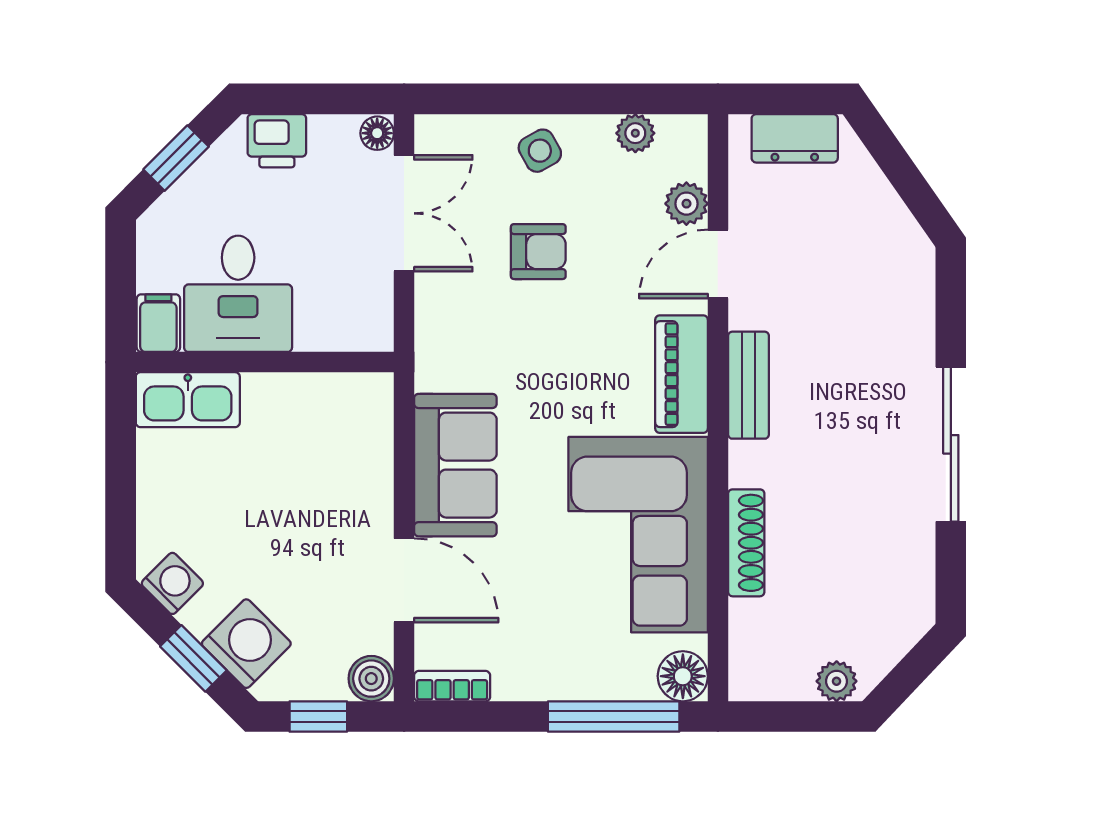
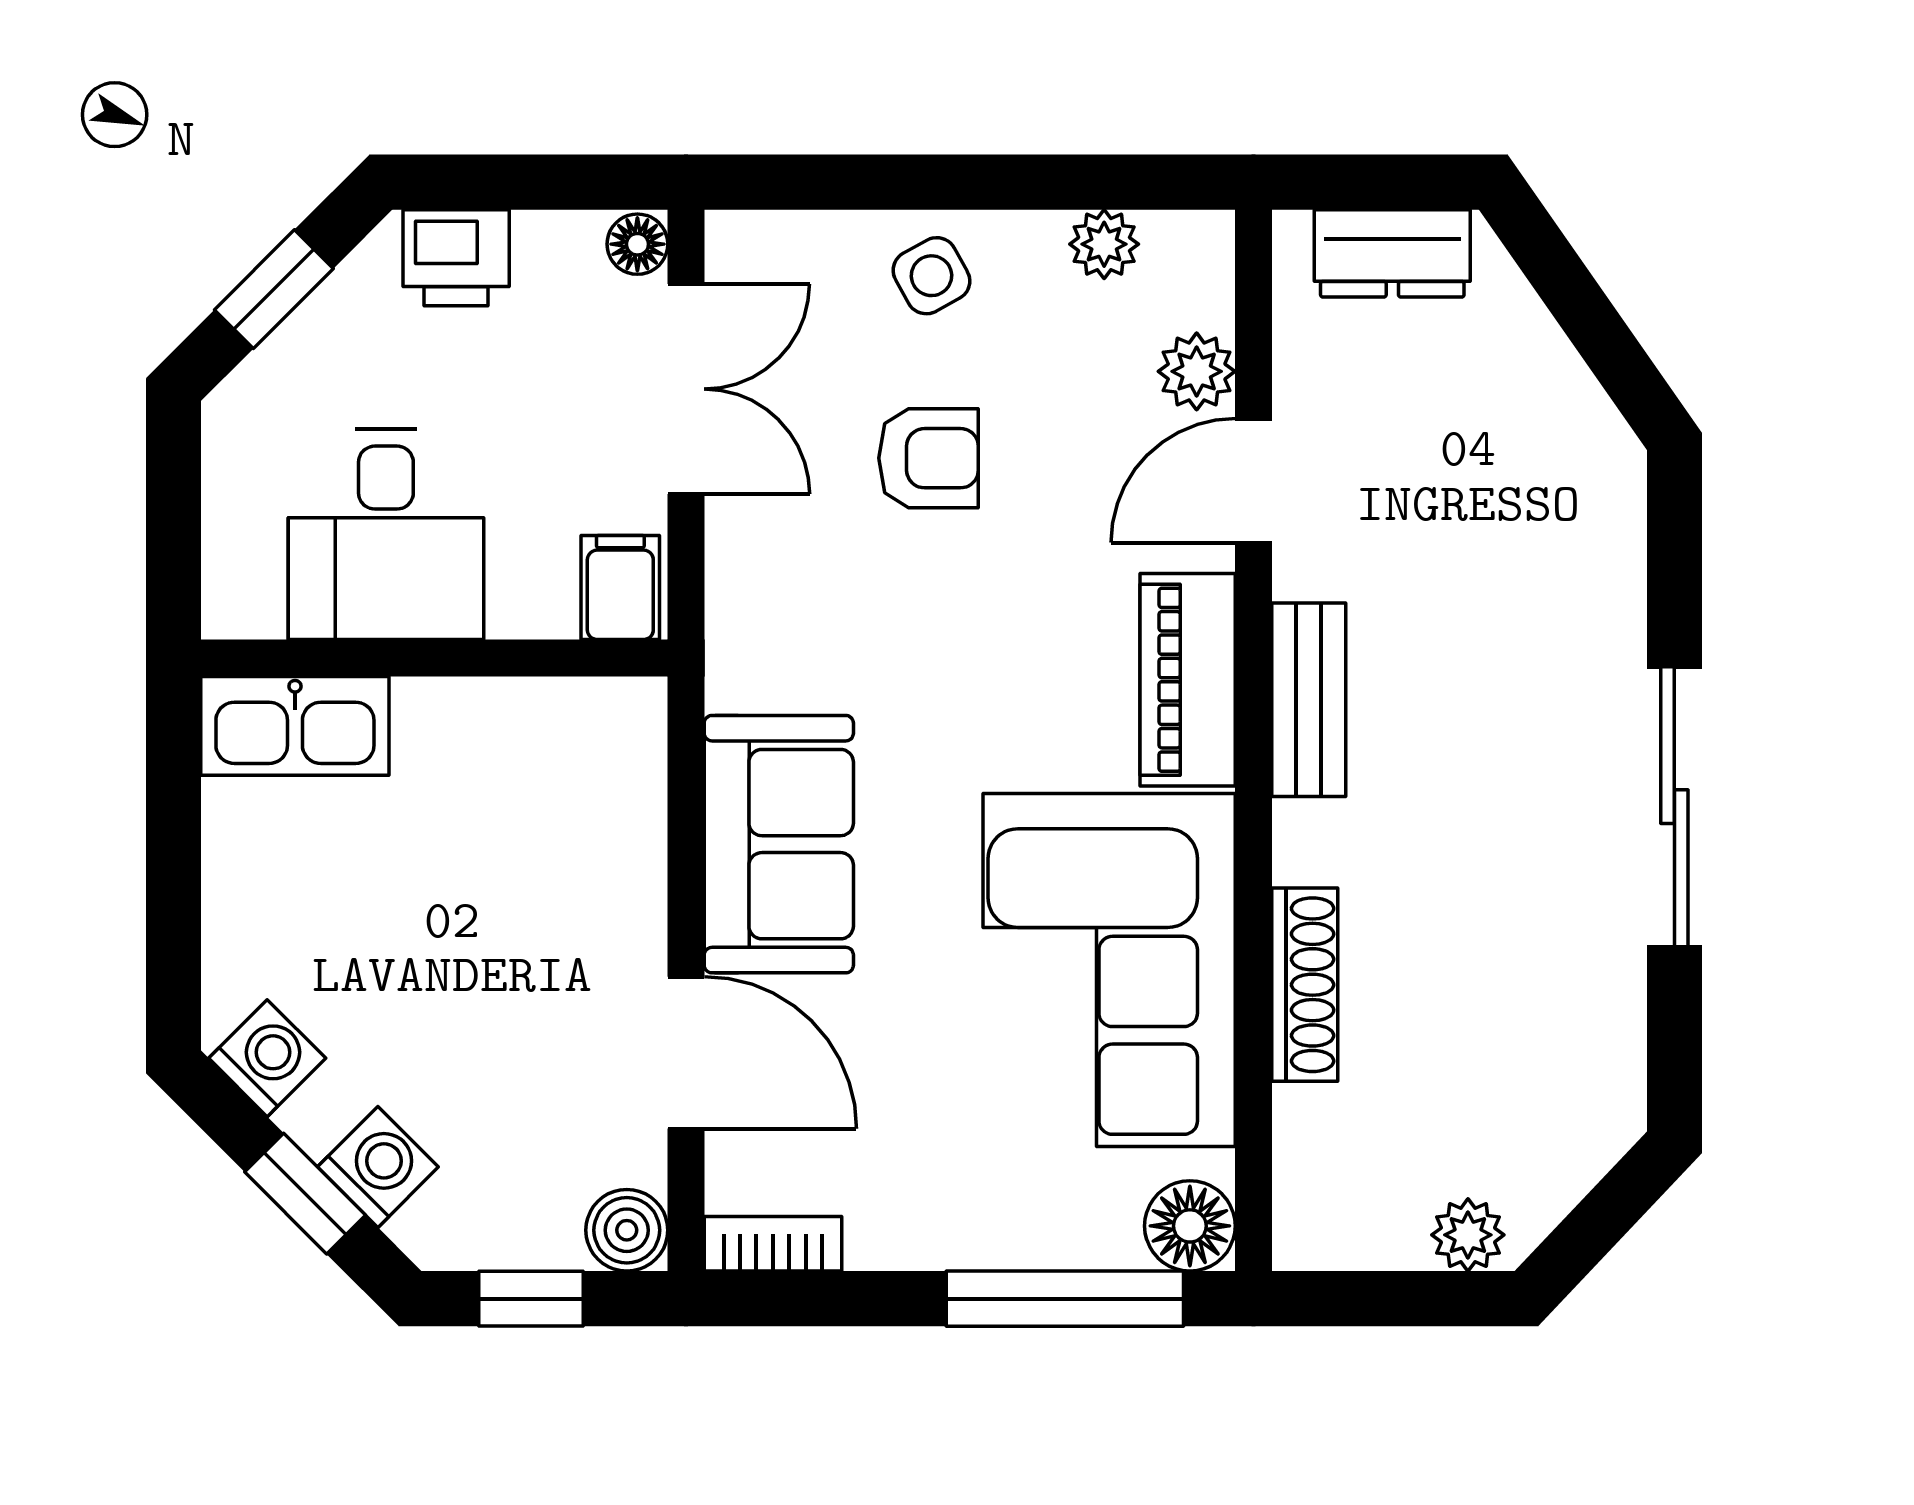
filing cabinet: (158, 323) -> (620, 588), moved
washing machine: (246, 644) -> (378, 1167), width x0.73, depth x0.73

